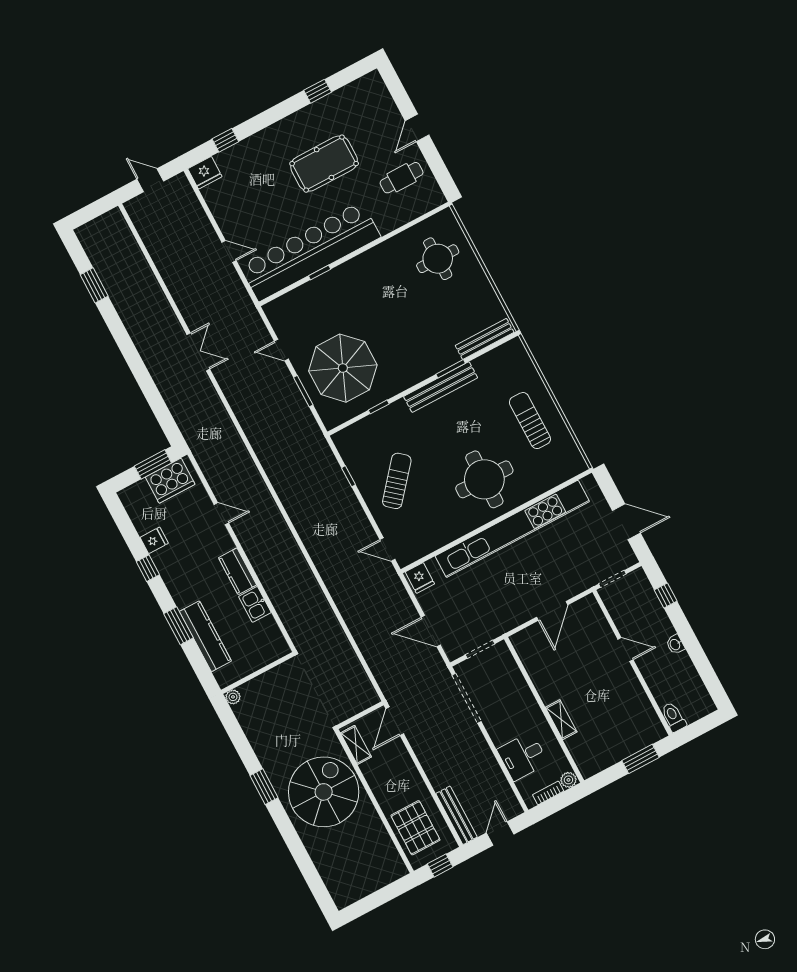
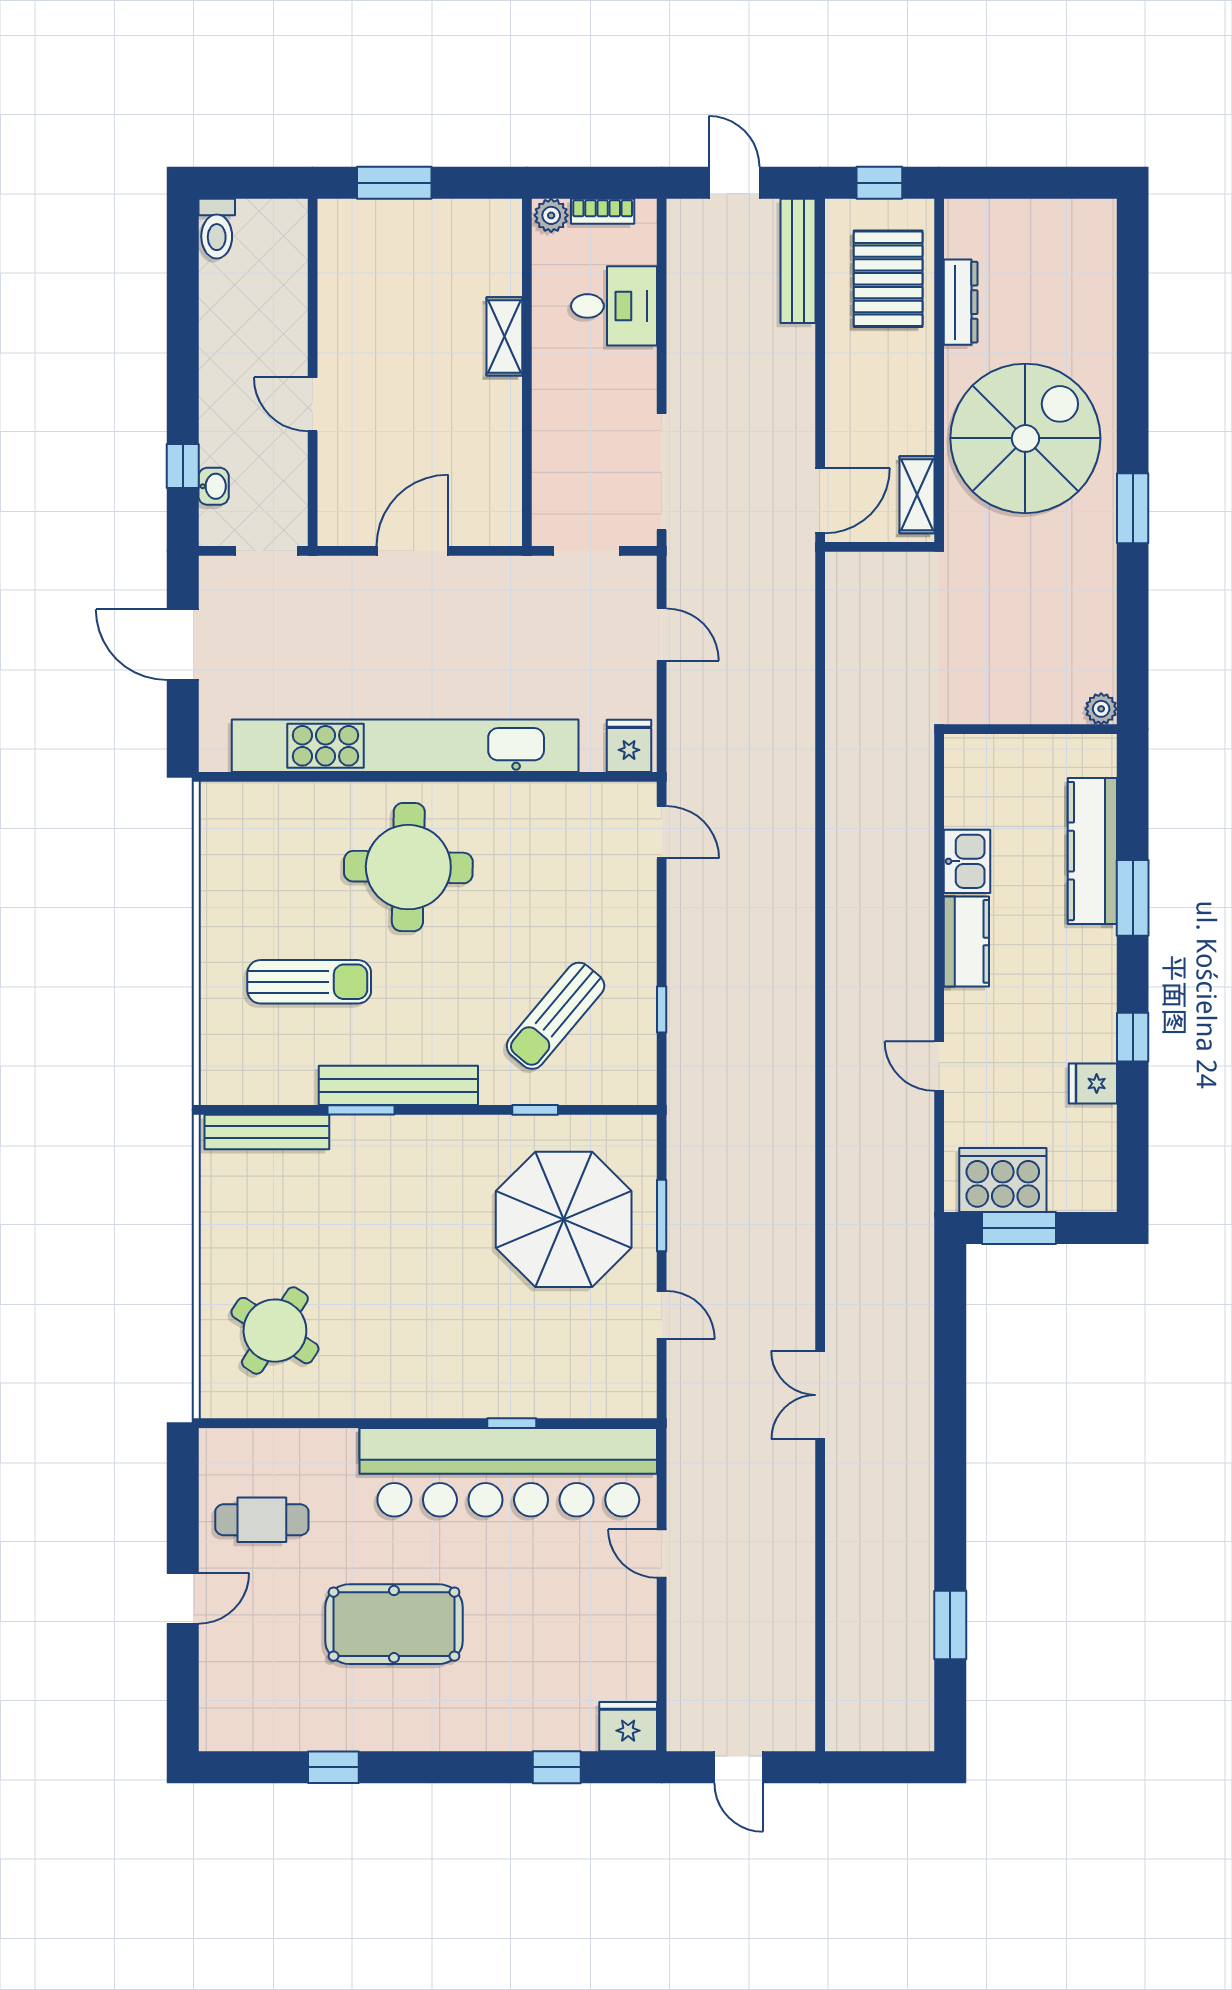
round table: (438, 259) -> (275, 1331), turned 33
sun lounger: (530, 421) -> (309, 982), moved, turned -90
sun lounger: (397, 481) -> (556, 1016), moved
door: (431, 631) -> (662, 634), width x0.73
washbasin: (675, 644) -> (214, 486), moved
toilet: (674, 717) -> (217, 229), moved
spiral stairs: (324, 792) -> (1025, 438), turned 180
dresser: (380, 834) -> (961, 302), added
door: (500, 834) -> (734, 183), swing flipped

